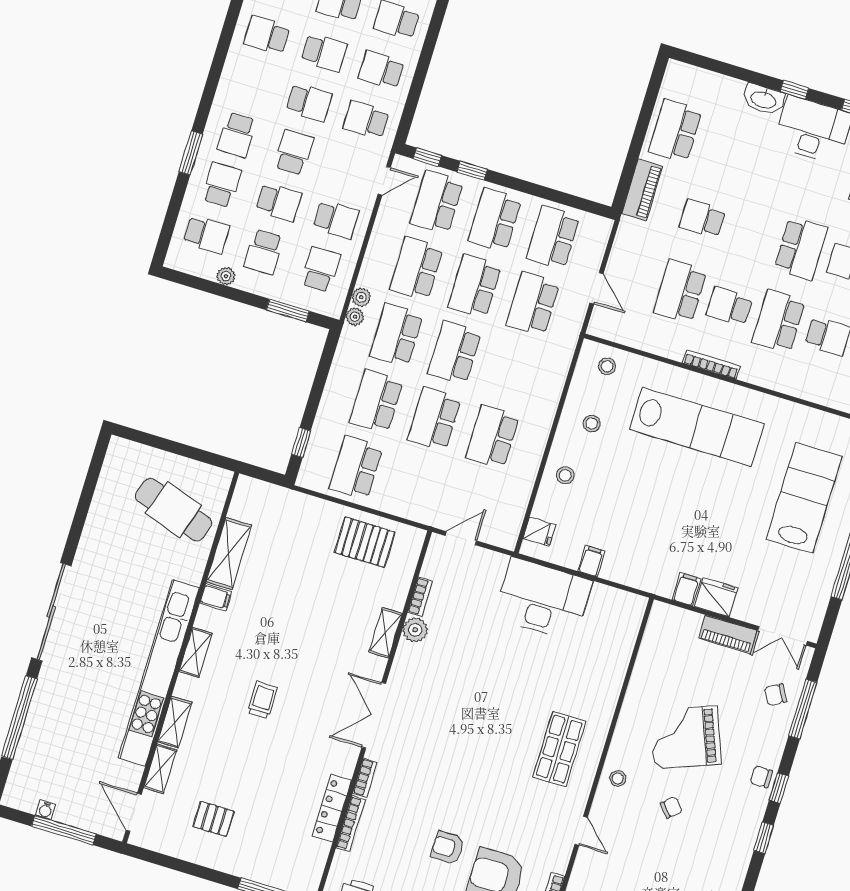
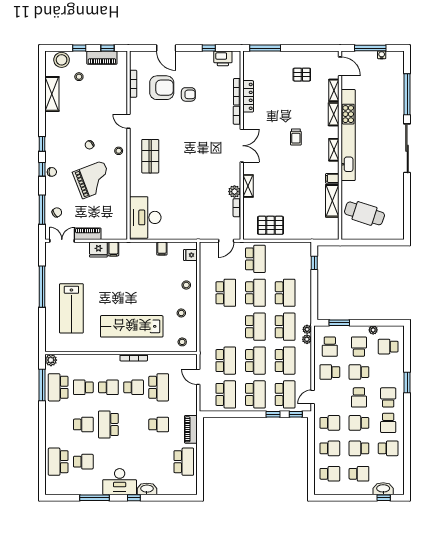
school desk: (222, 185) -> (388, 423), moved
school desk: (779, 321) -> (108, 387), width x0.54
school desk: (356, 468) -> (255, 259), moved
desk: (543, 599) -> (145, 217), moved, turned 90

